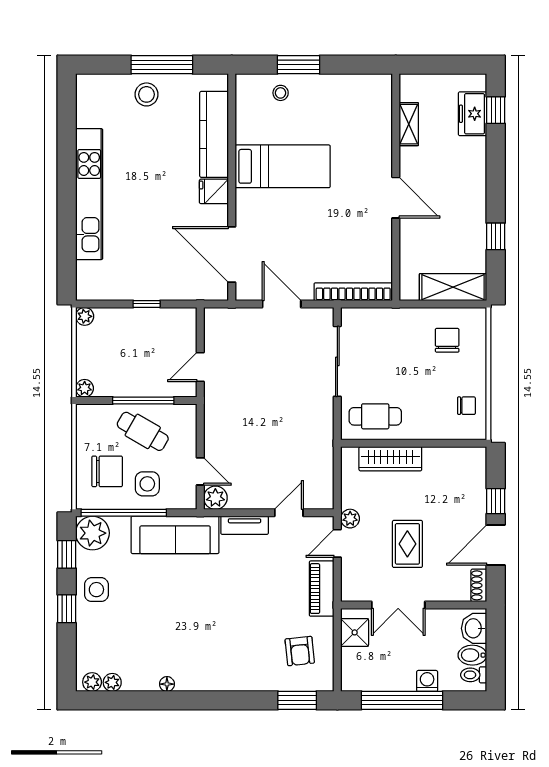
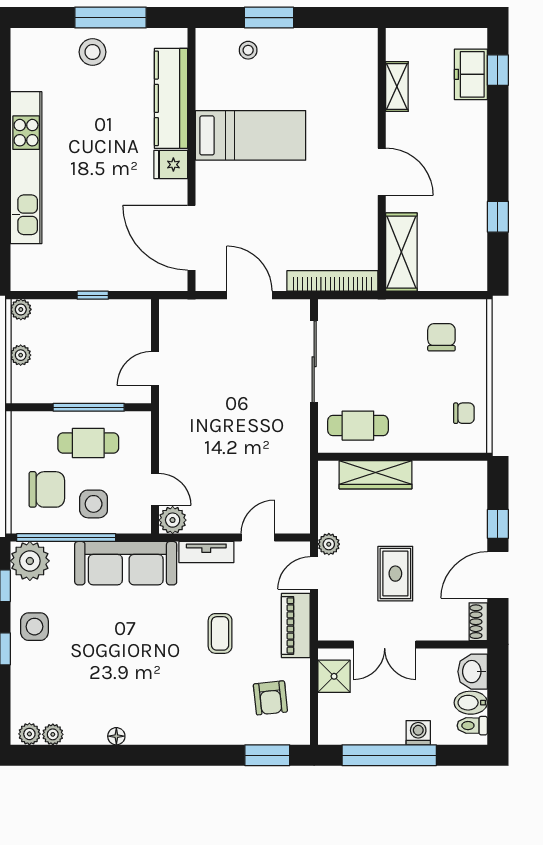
shelving: (453, 287) -> (401, 252), moved, turned 90
plant: (85, 388) -> (21, 355), moved
cafe table: (143, 431) -> (88, 443), turned -30
coffee table: (256, 595) -> (220, 633), added

